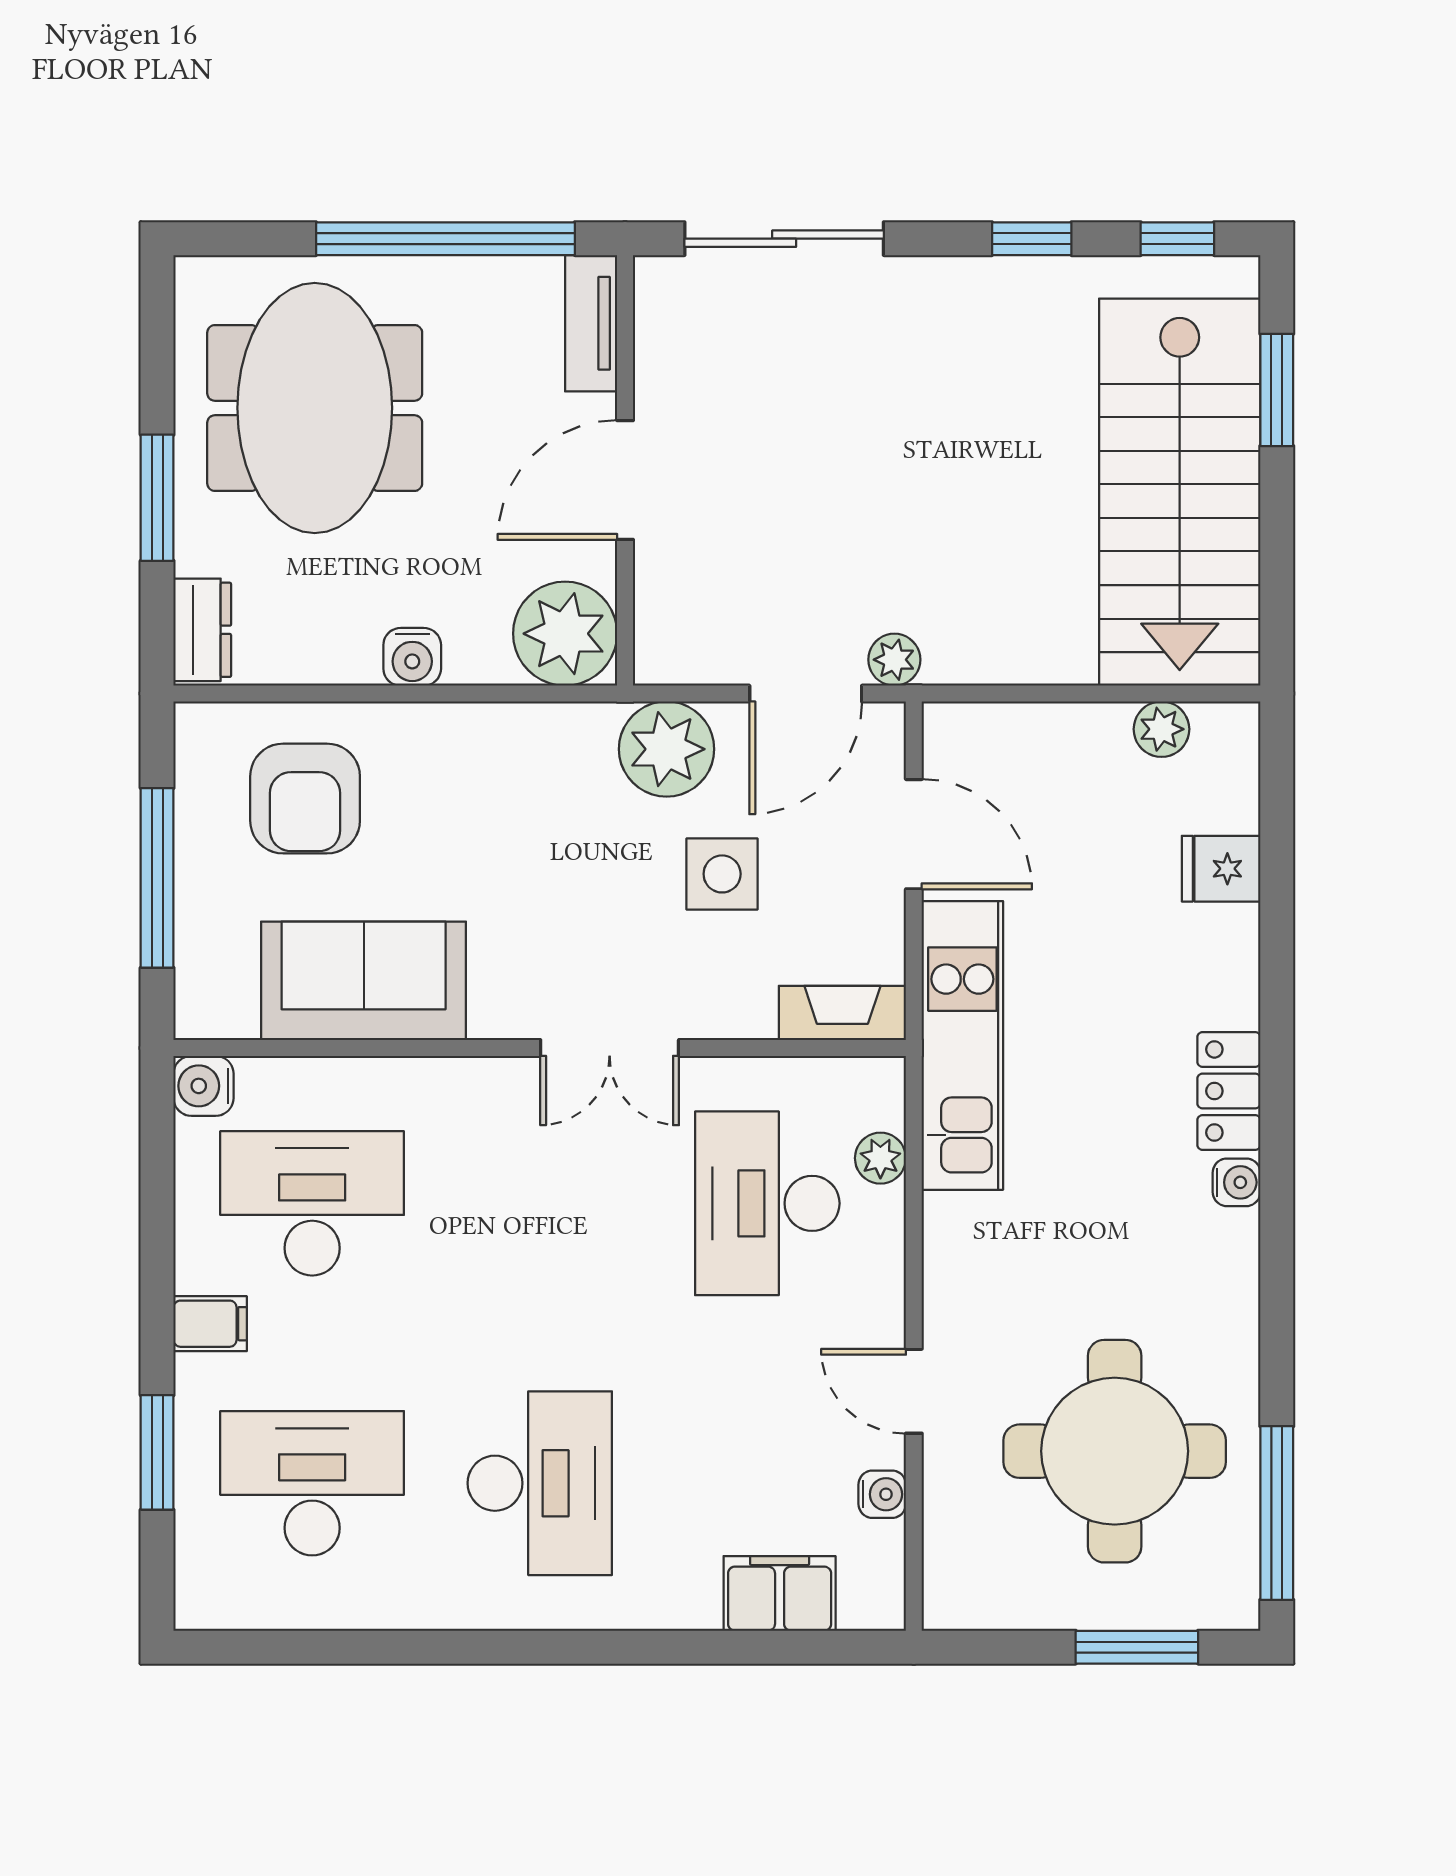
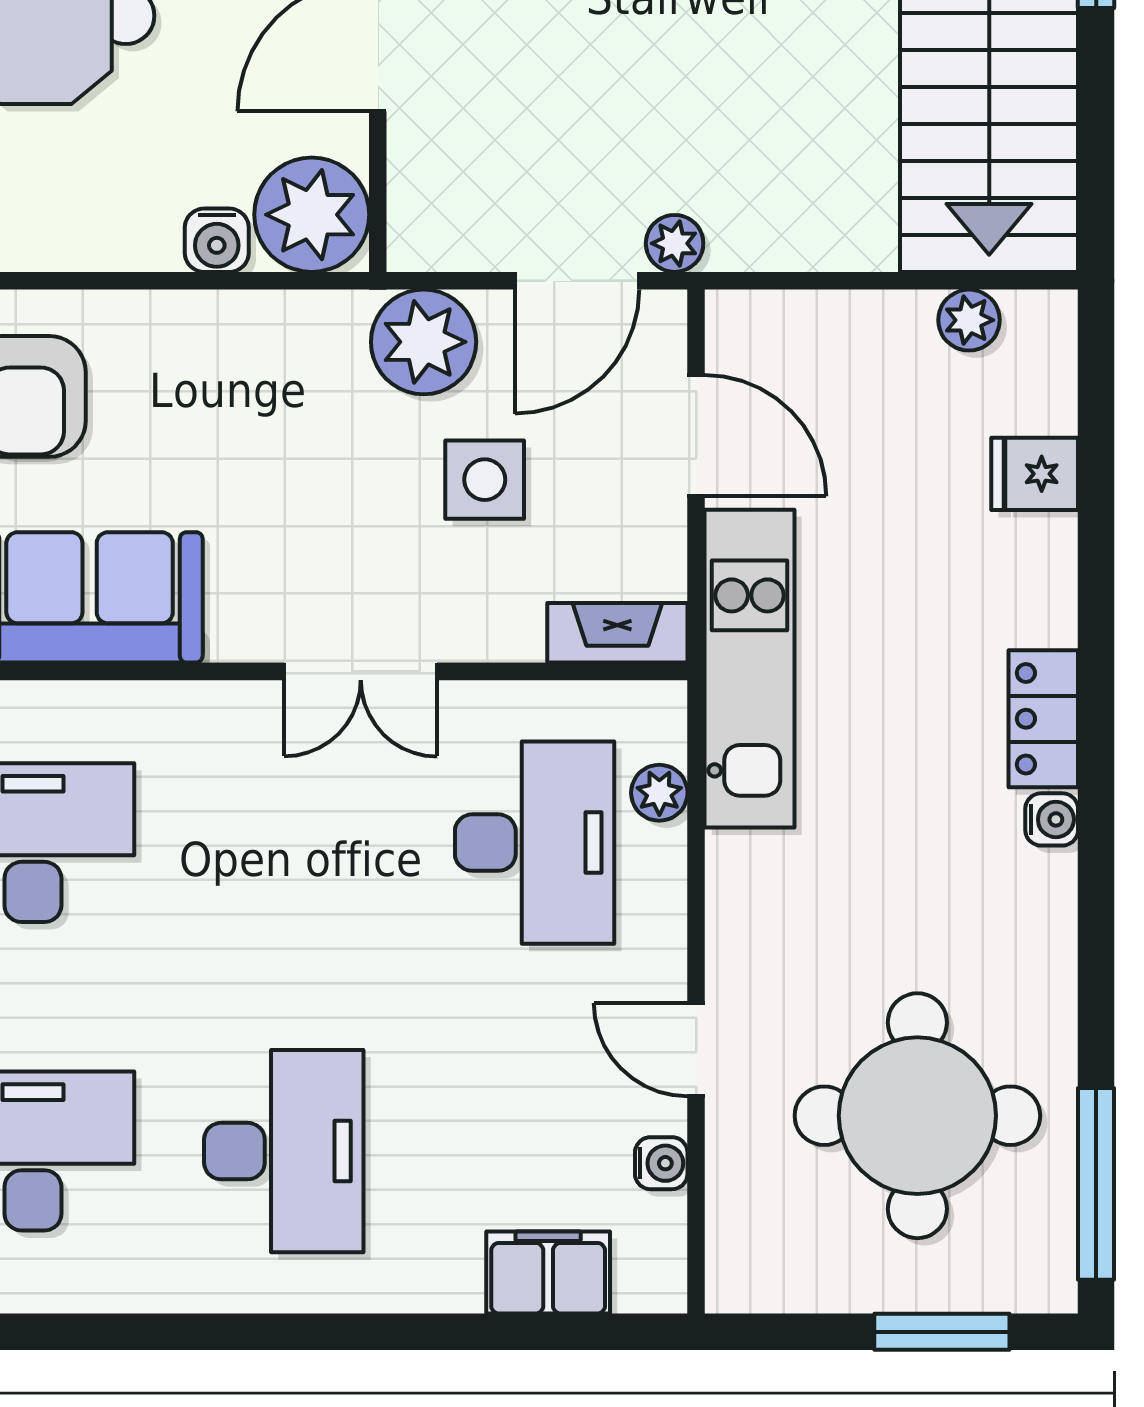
water cooler: (412, 657) -> (217, 240), moved
desk: (767, 1203) -> (535, 843), turned 180

